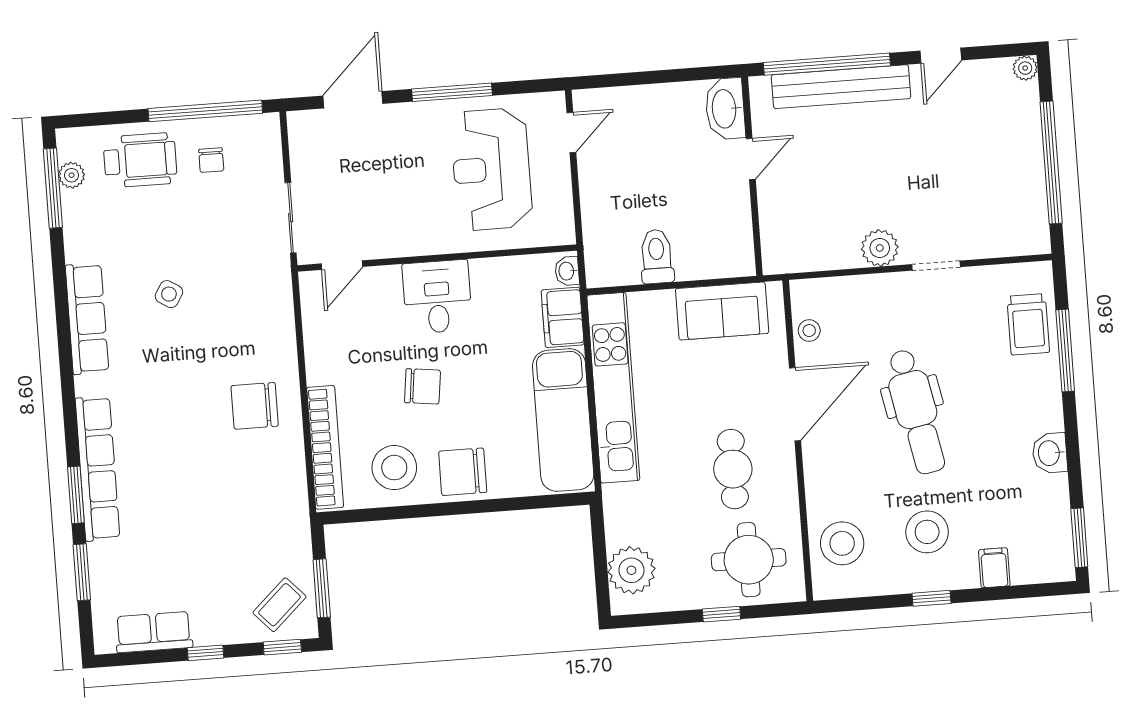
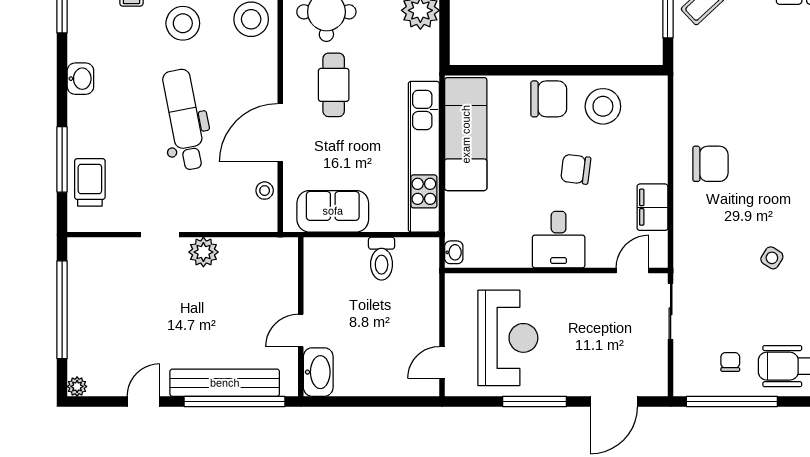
filing cabinet: (563, 317) -> (652, 207), moved, turned 180
bookcase: (325, 447) -> (657, 127), removed

